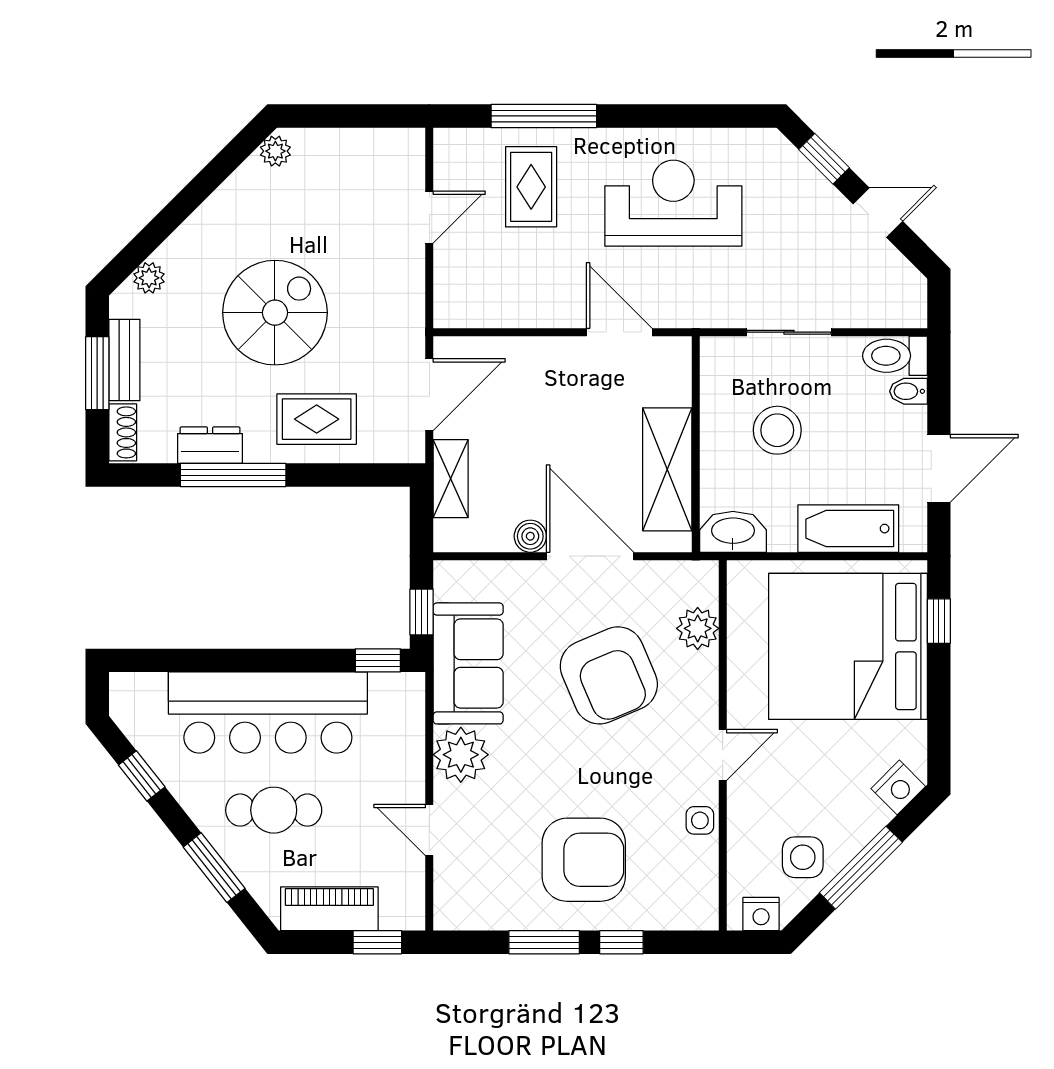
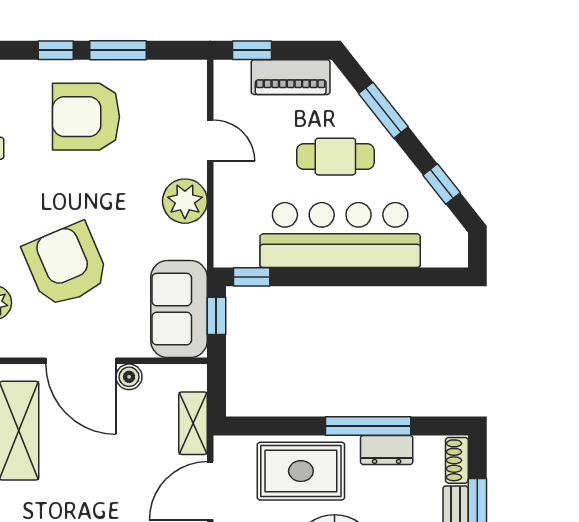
rug: (317, 419) -> (301, 471), width x1.36, depth x1.43
sofa: (468, 663) -> (179, 309), moved

